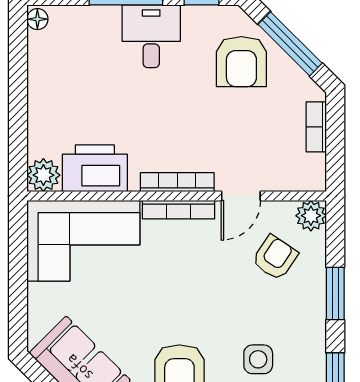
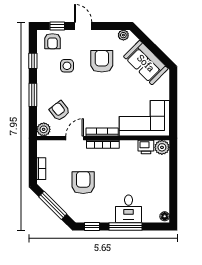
desk: (151, 36) -> (129, 209), moved
armchair: (241, 62) -> (83, 183), moved
printer: (95, 168) -> (146, 147), width x0.53, depth x0.68
armchair: (275, 258) -> (60, 111), turned 108

